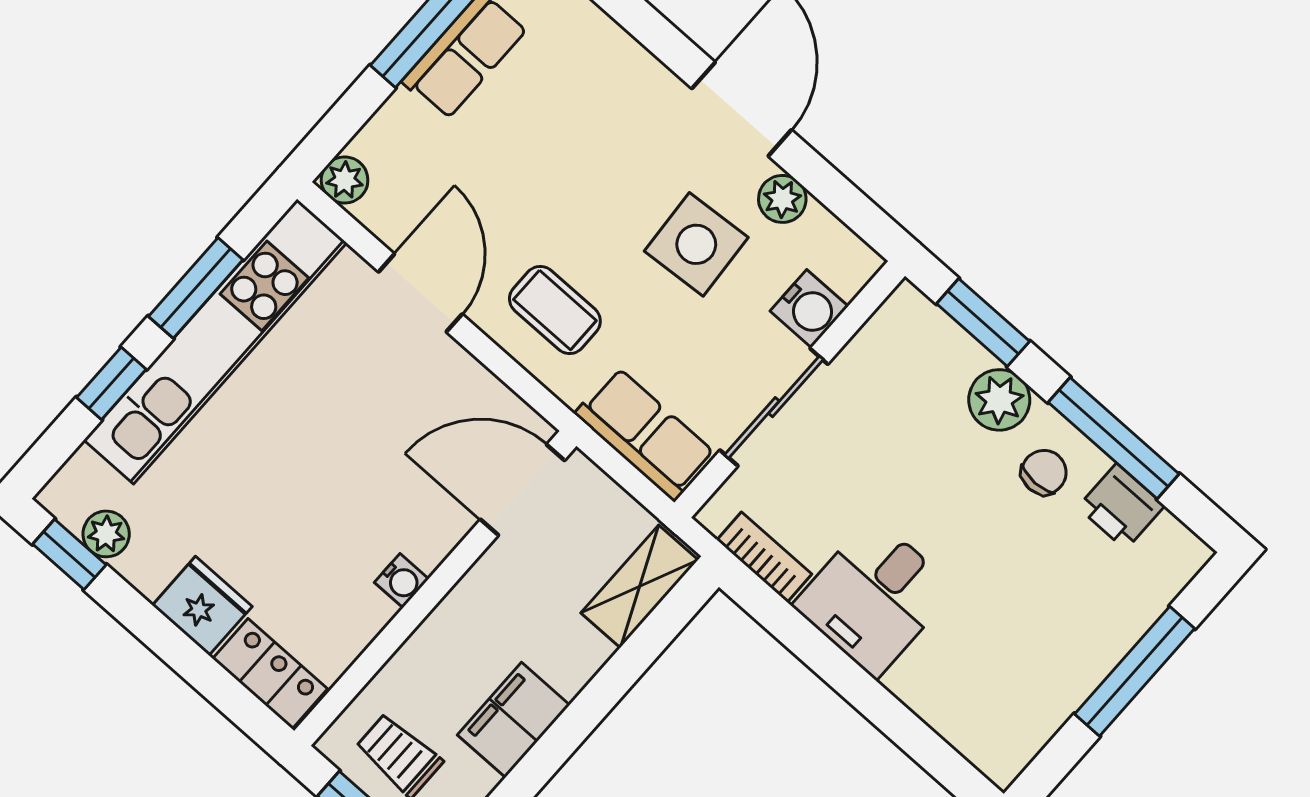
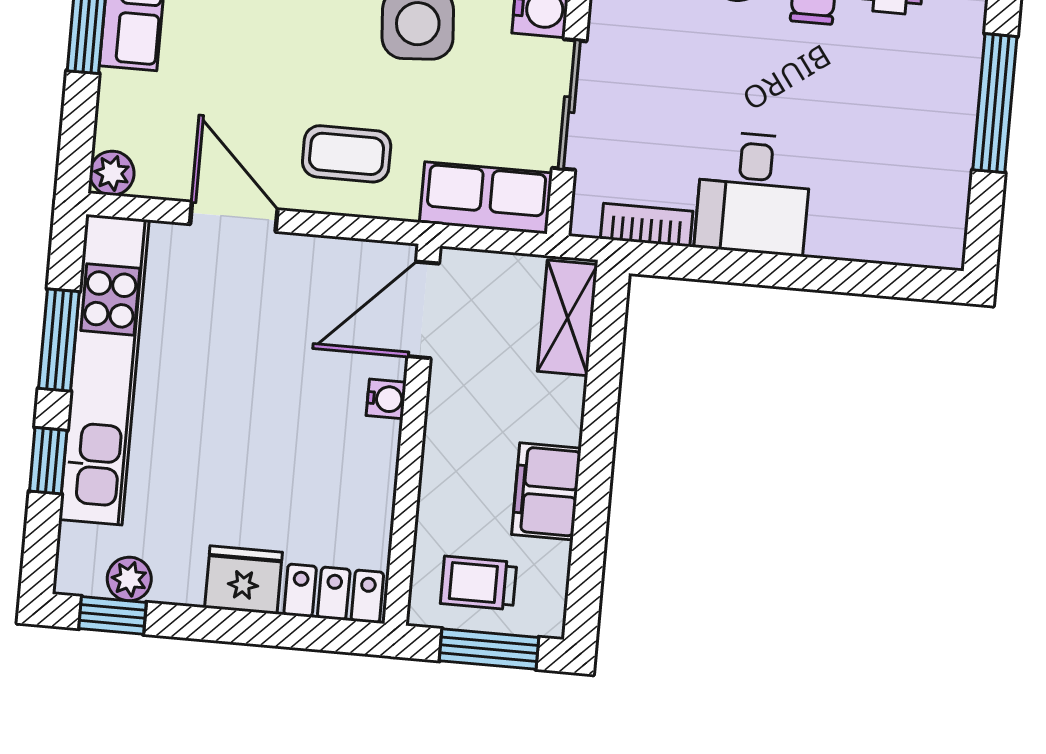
water cooler: (401, 581) -> (386, 399), moved

